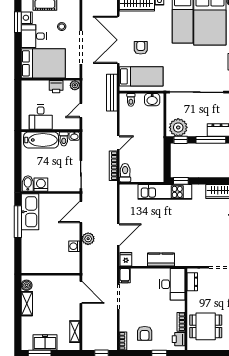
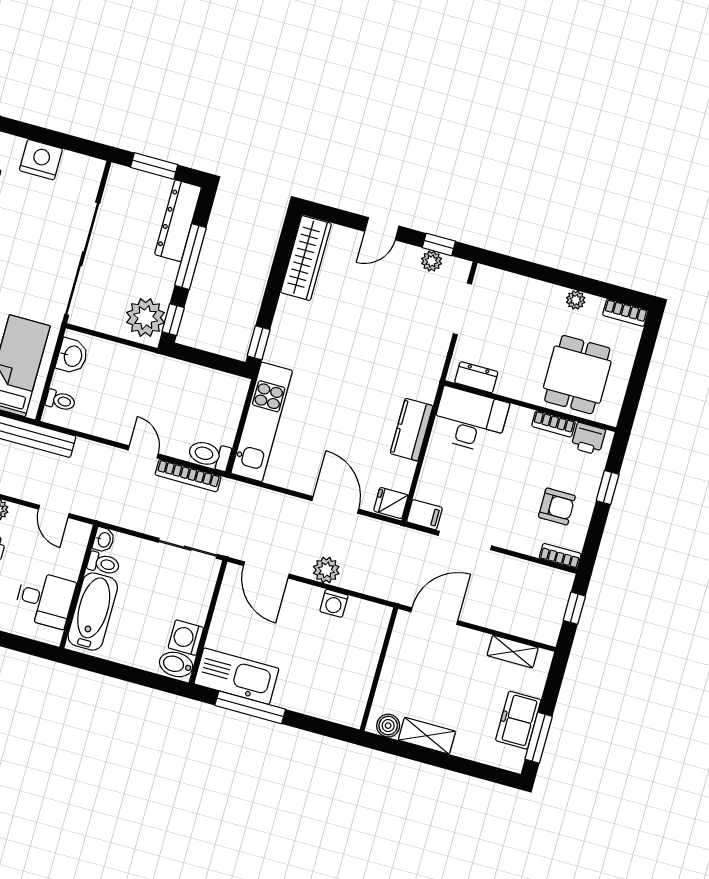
kitchen unit: (165, 192) -> (262, 422), moved

